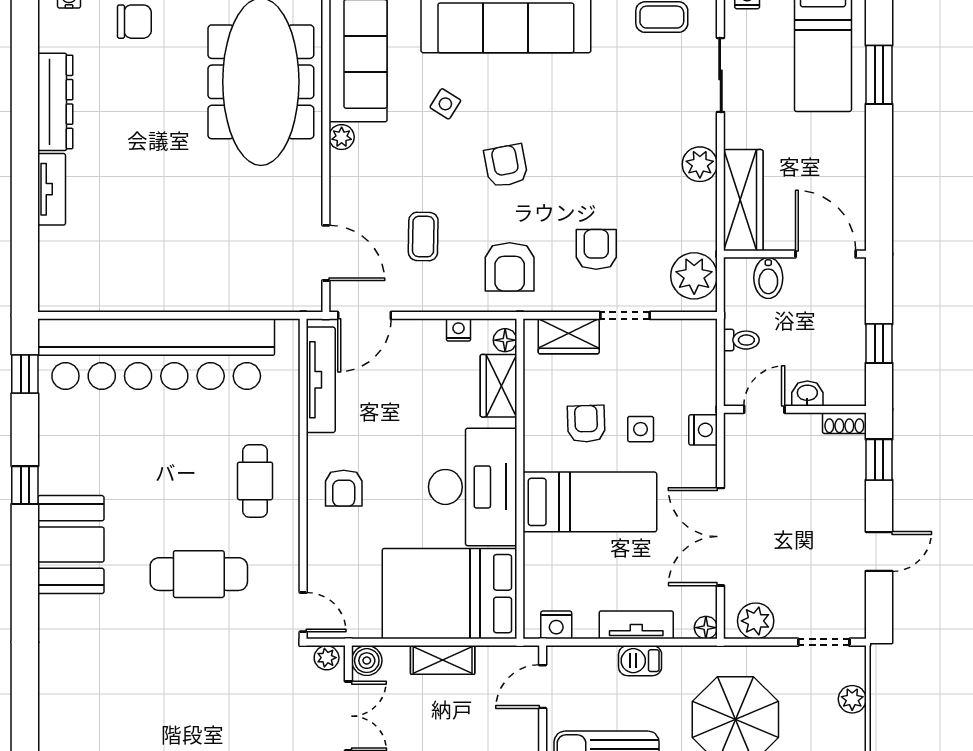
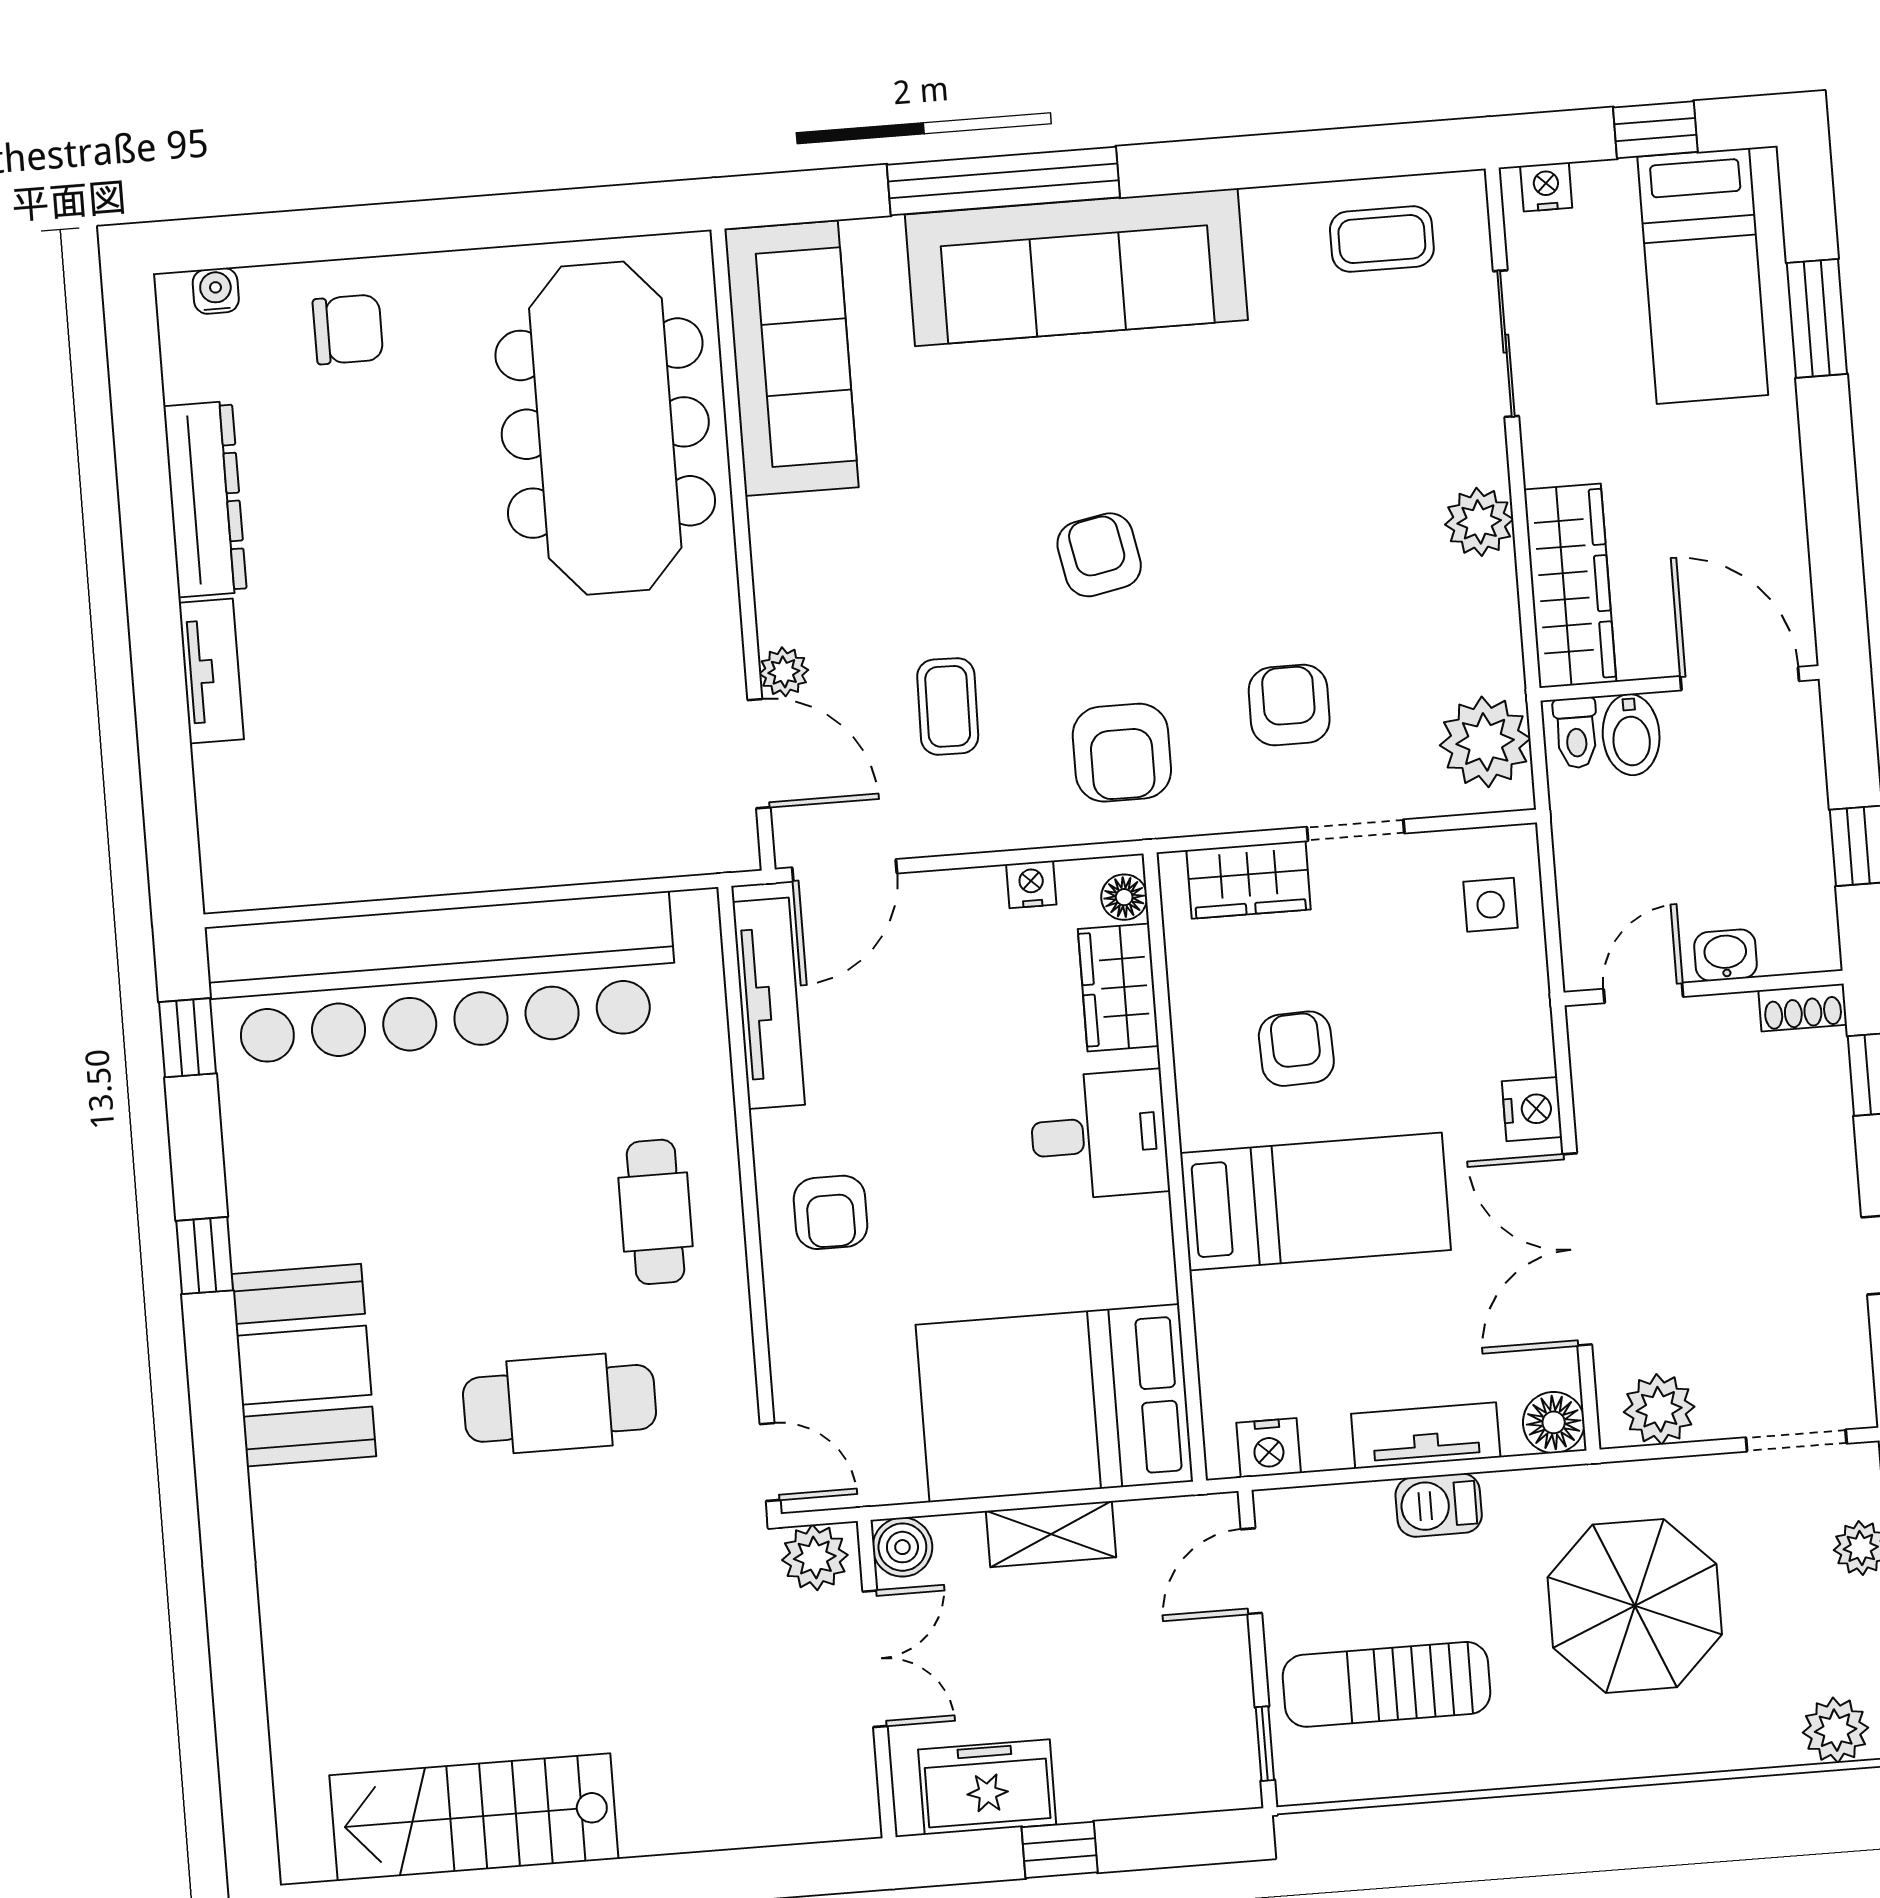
side table: (445, 104) -> (971, 443), removed
plant: (342, 137) -> (784, 672), moved
toilet: (741, 340) -> (1576, 733), moved, turned 90
side table: (641, 429) -> (1491, 905), moved
nightstand: (703, 430) -> (1532, 1109), moved
desk: (473, 487) -> (1099, 1135), width x0.53, depth x0.77
floor lamp: (706, 628) -> (1554, 1422), width x1.37, depth x1.37
plant: (327, 658) -> (815, 1557), width x1.38, depth x1.38

